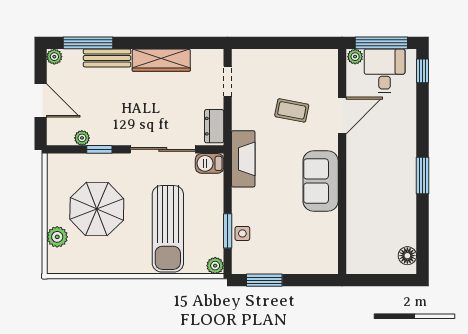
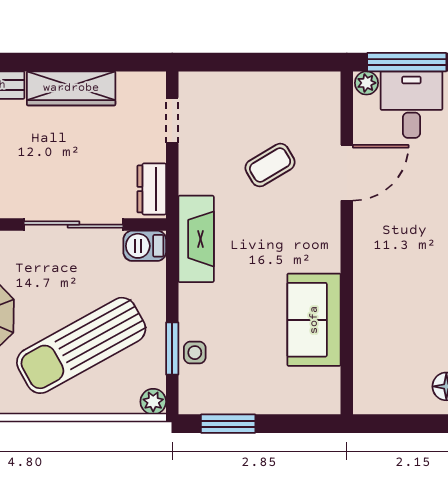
coffee table: (292, 110) -> (270, 165), turned -42
sofa: (321, 181) -> (314, 320), moved
sun lounger: (168, 229) -> (81, 345), turned 61

